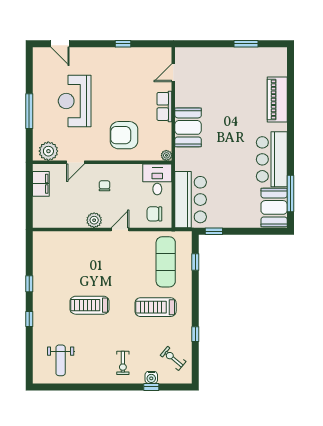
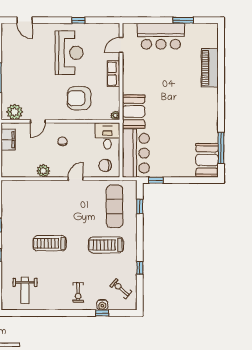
reception desk: (75, 101) -> (69, 53), moved, turned 180
booth: (188, 127) -> (134, 111), moved
bar counter: (272, 159) -> (161, 36), moved, turned -90
plant: (94, 220) -> (43, 171), moved

